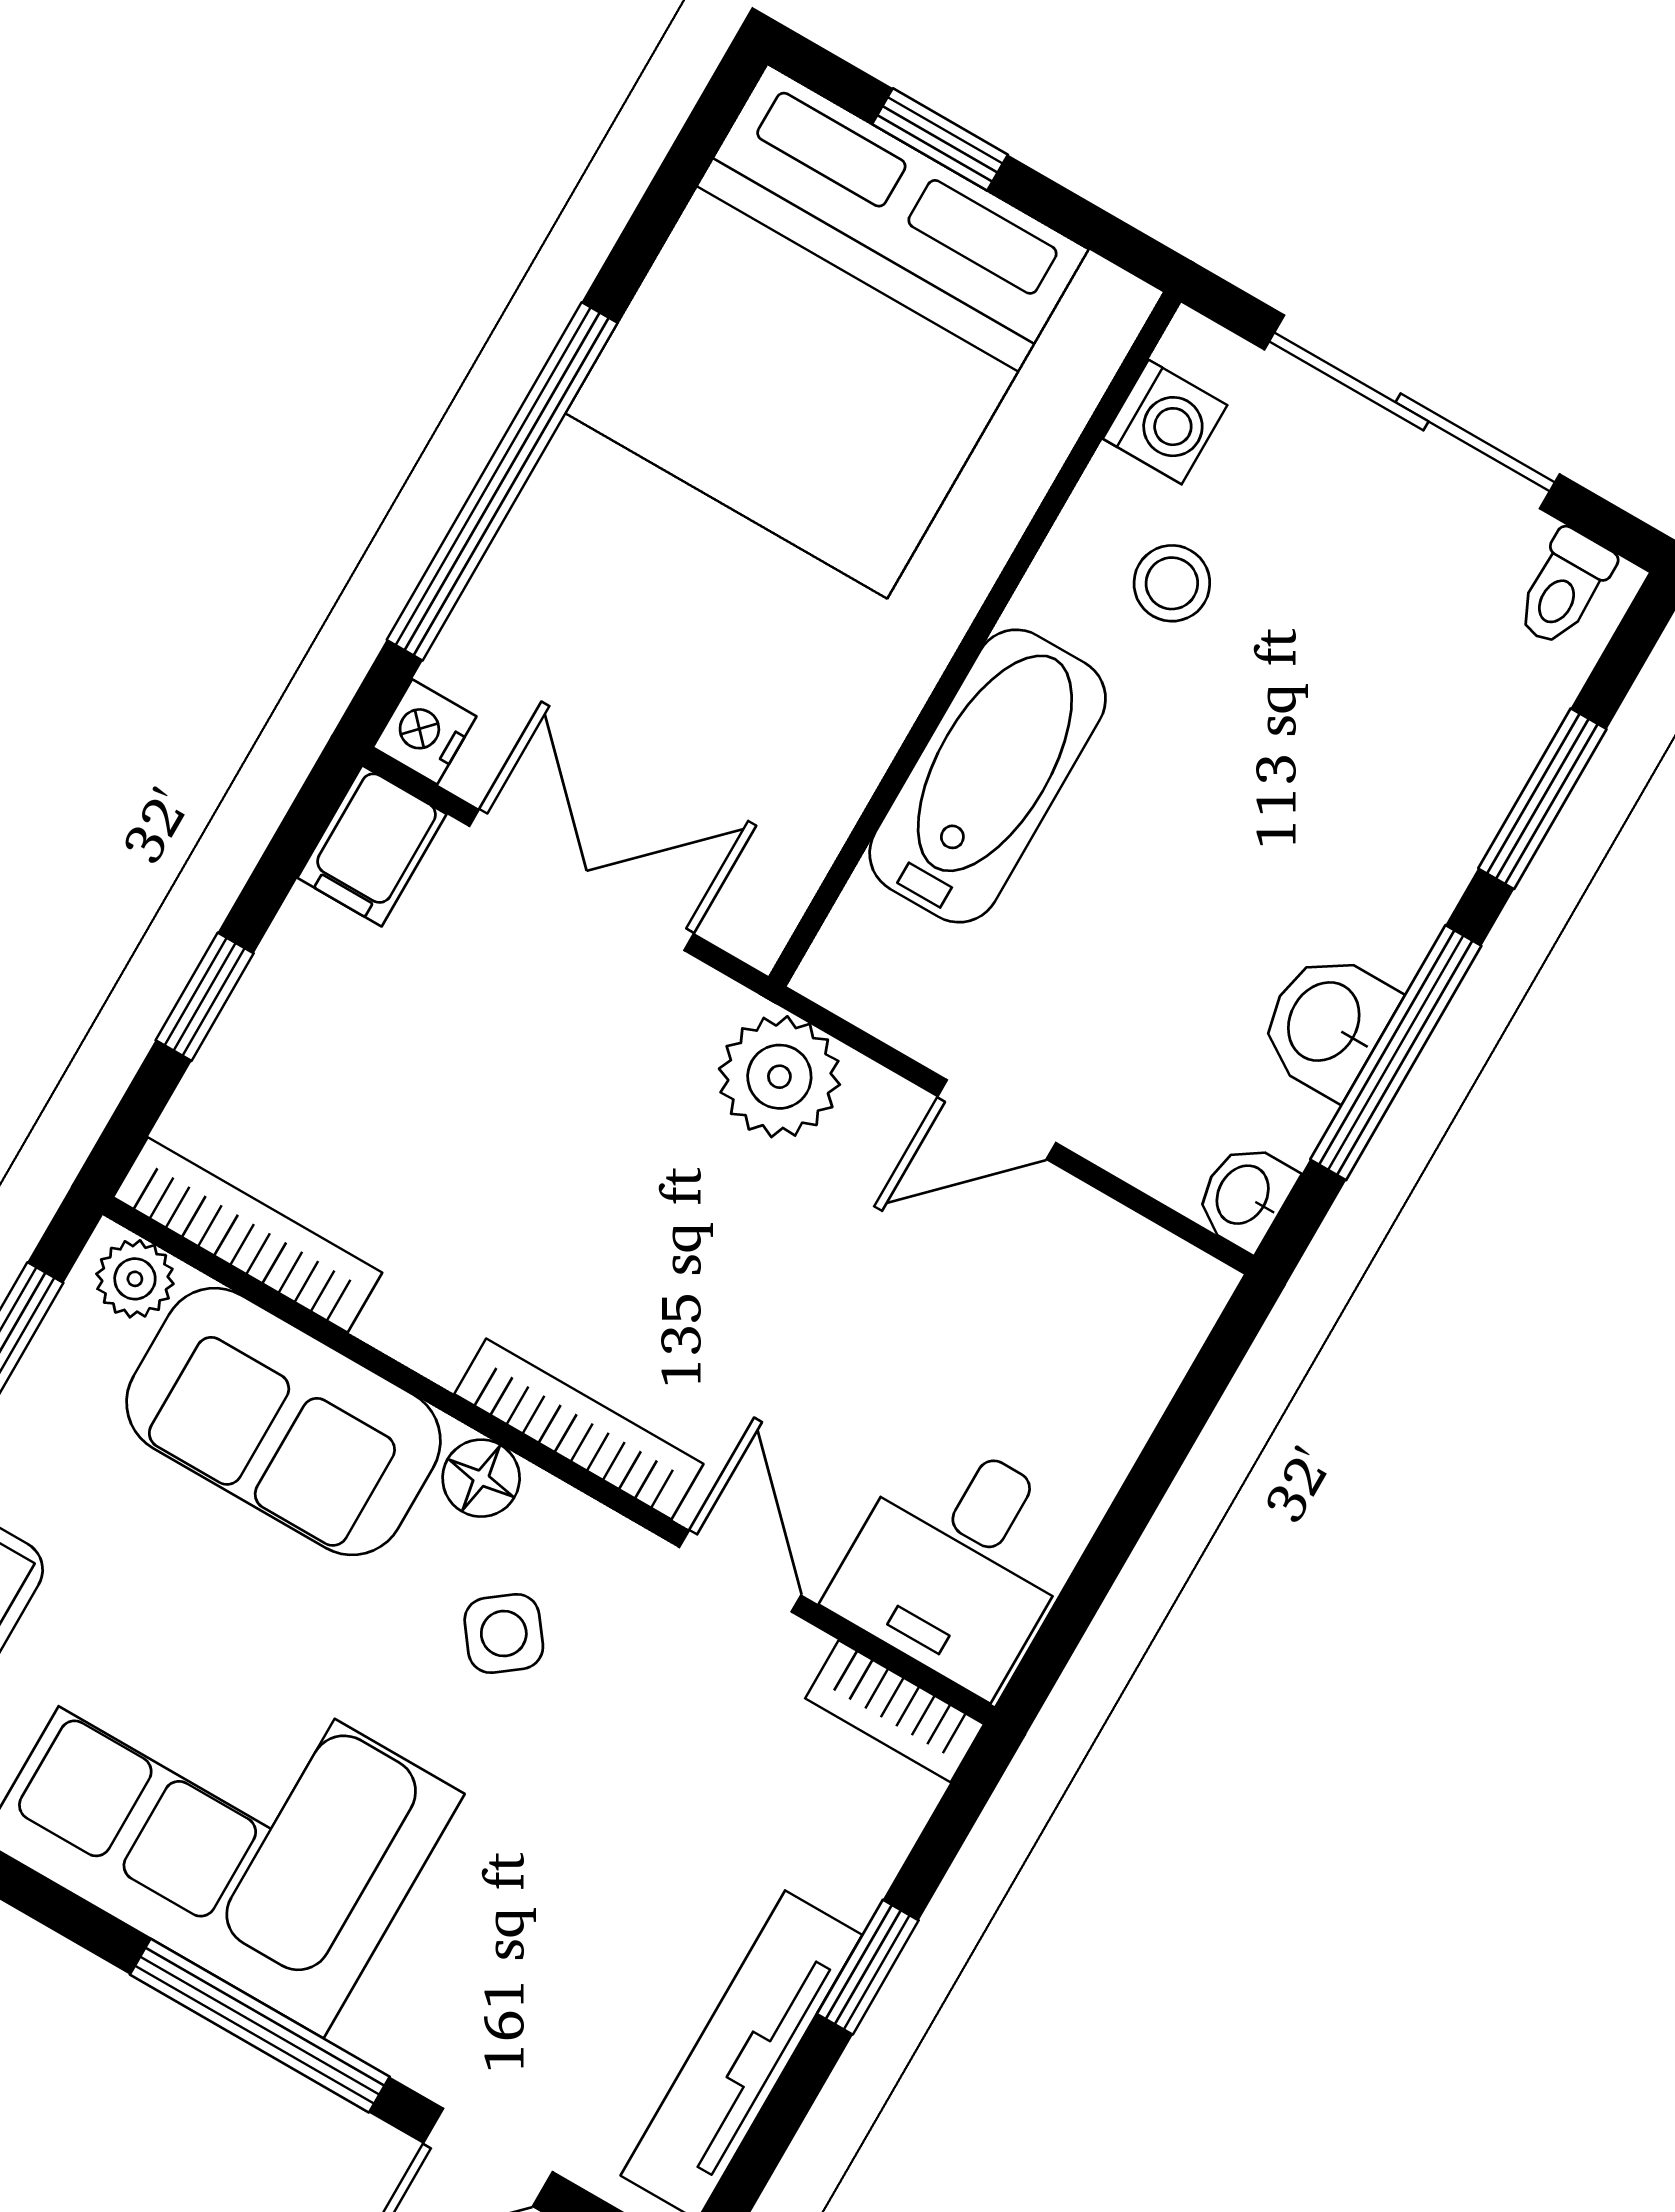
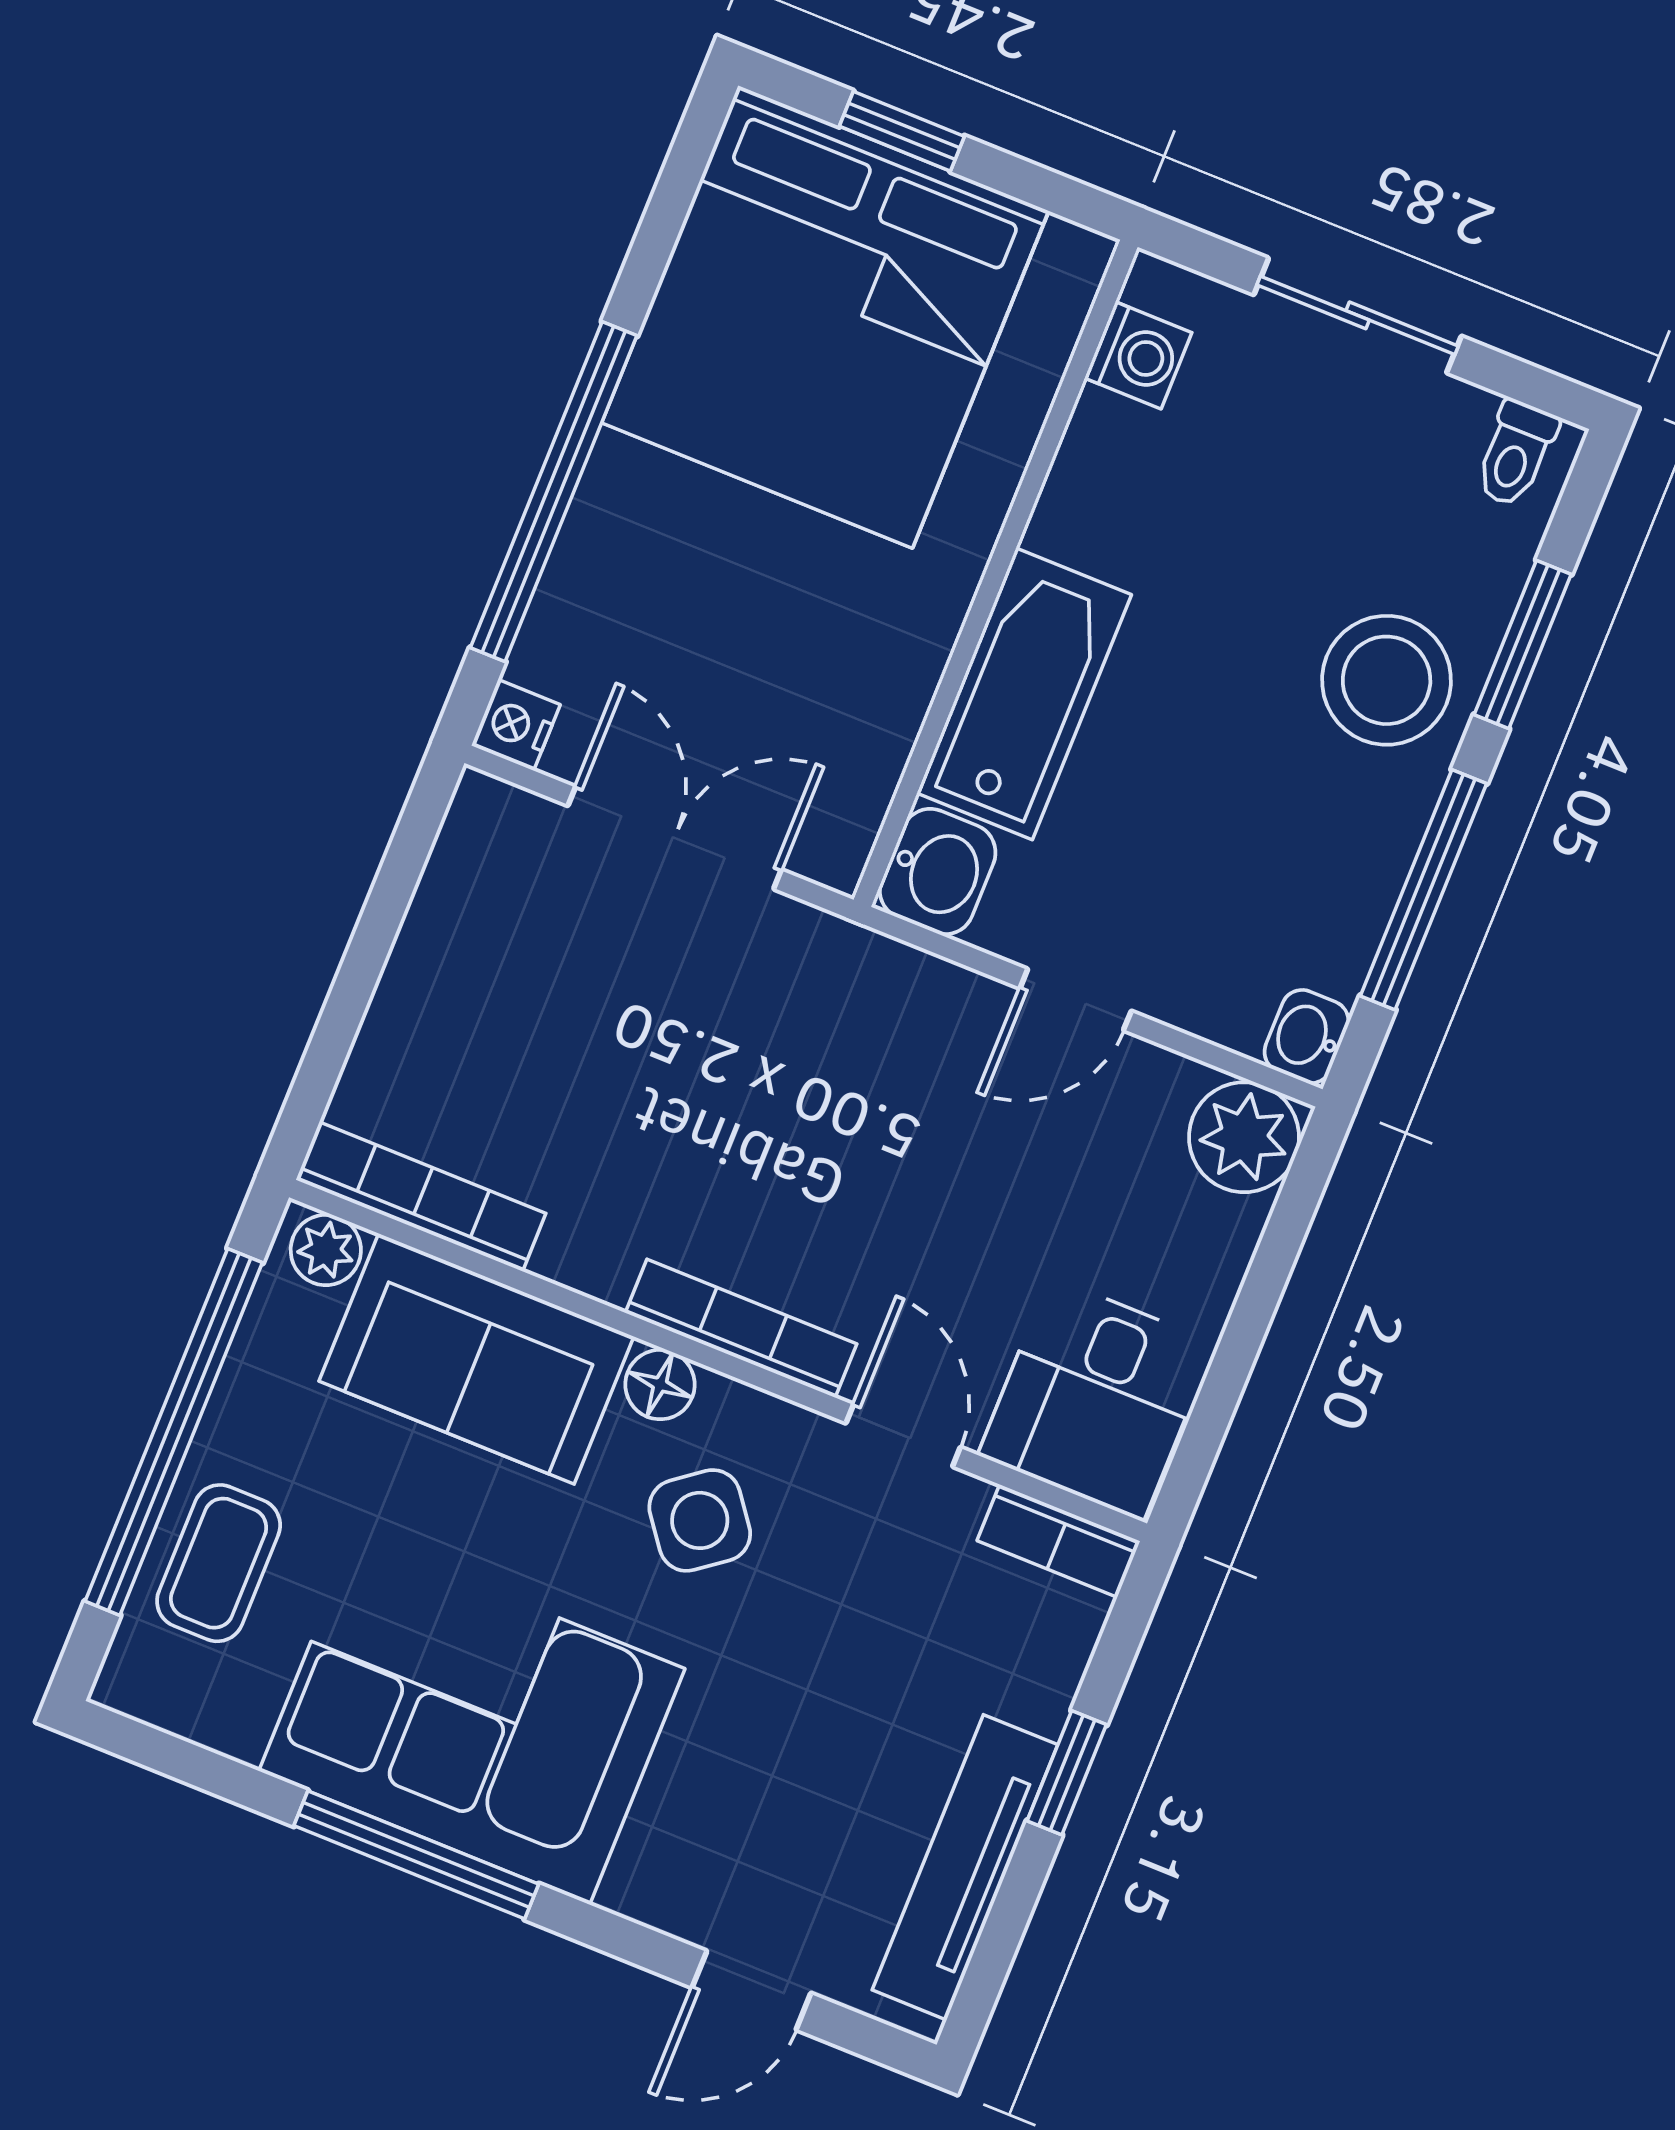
sliding door: (1412, 412) -> (1358, 315), width x0.73
stool: (1172, 583) -> (1387, 680), moved, width x1.89, depth x1.89
filing cabinet: (372, 846) -> (483, 834), removed
window: (205, 997) -> (353, 989), removed
washbasin: (1327, 1023) -> (938, 872), moved, turned 180
plant: (779, 1077) -> (1244, 1137), moved
side table: (504, 1633) -> (700, 1520), width x1.37, depth x1.37
window: (260, 2026) -> (416, 1855), moved

